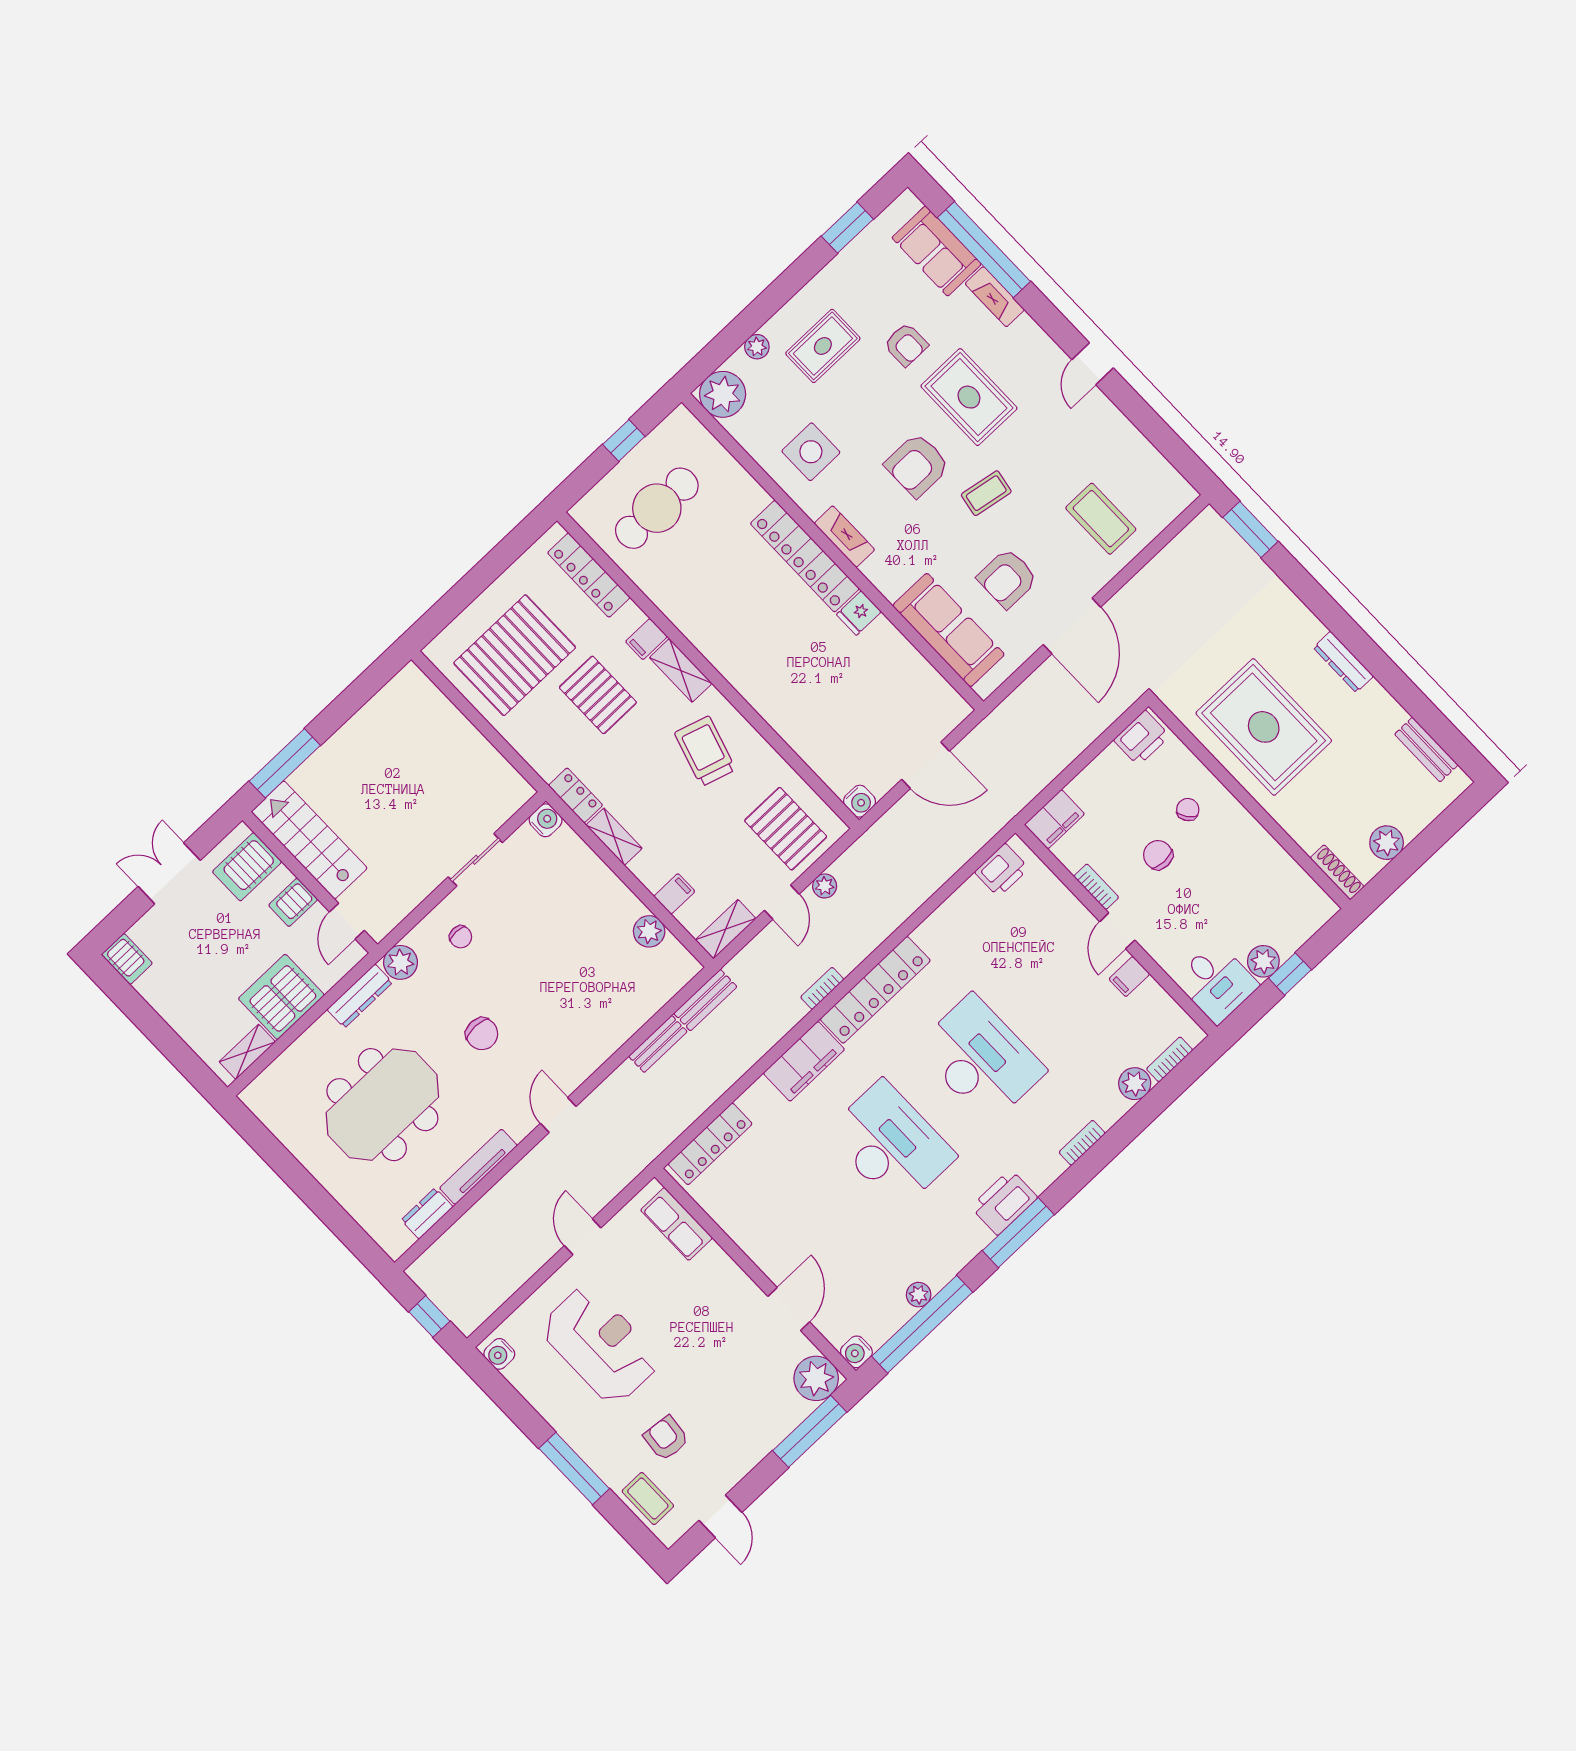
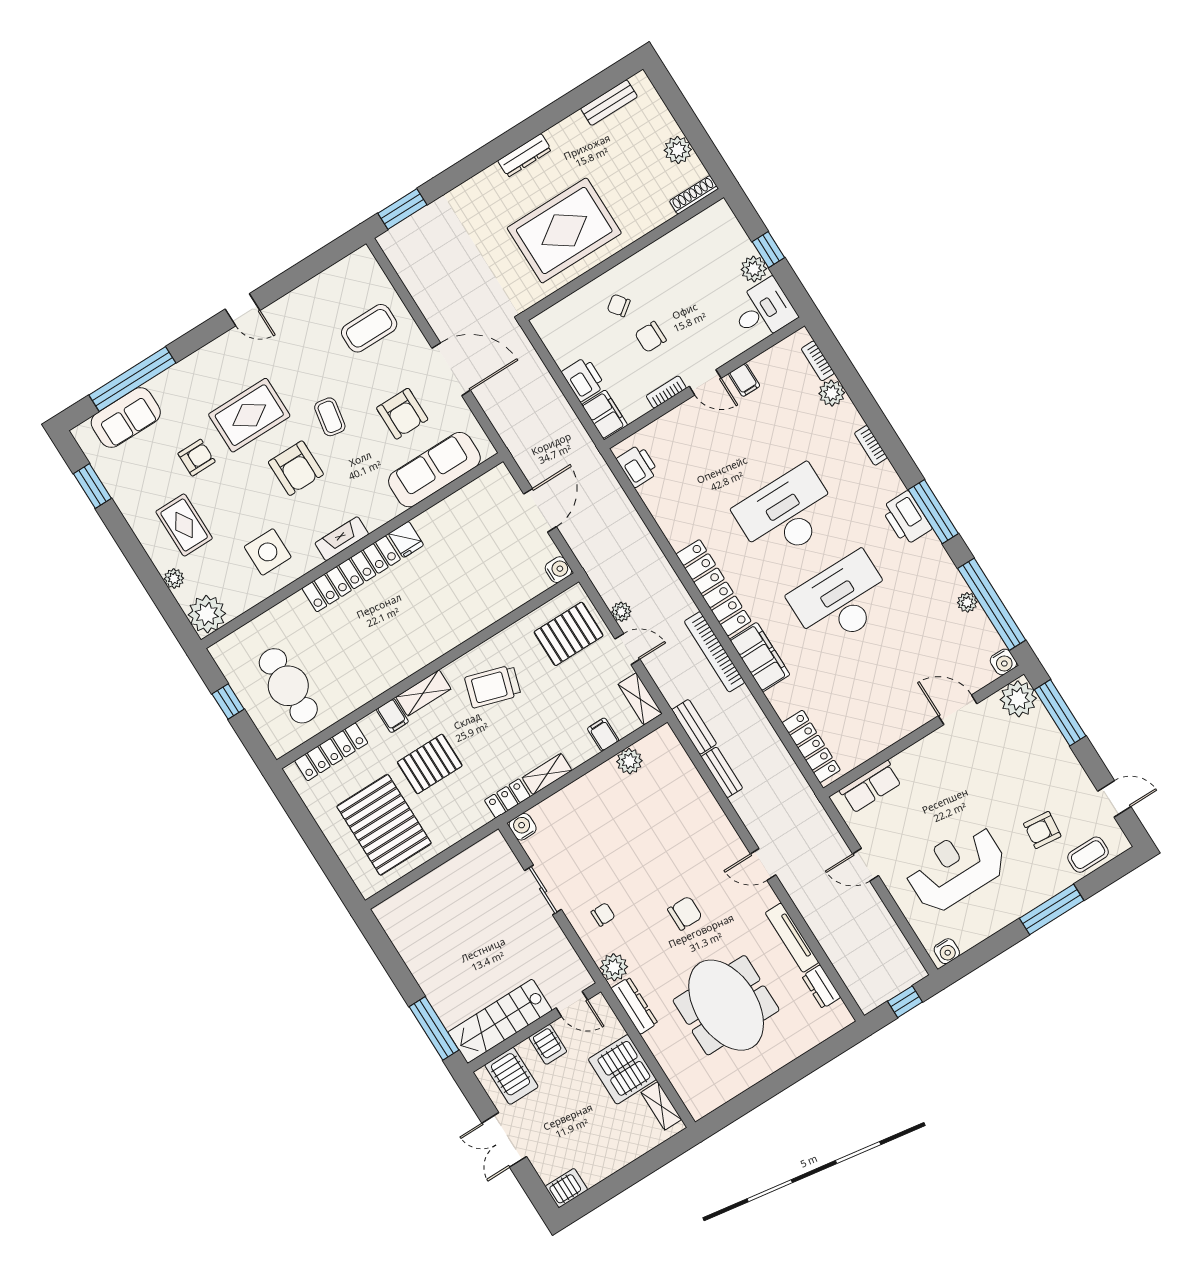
fireplace: (995, 297) -> (172, 378), removed
printer: (1142, 738) -> (583, 379), moved
bookcase: (822, 988) -> (715, 652), width x2.31, depth x1.31

